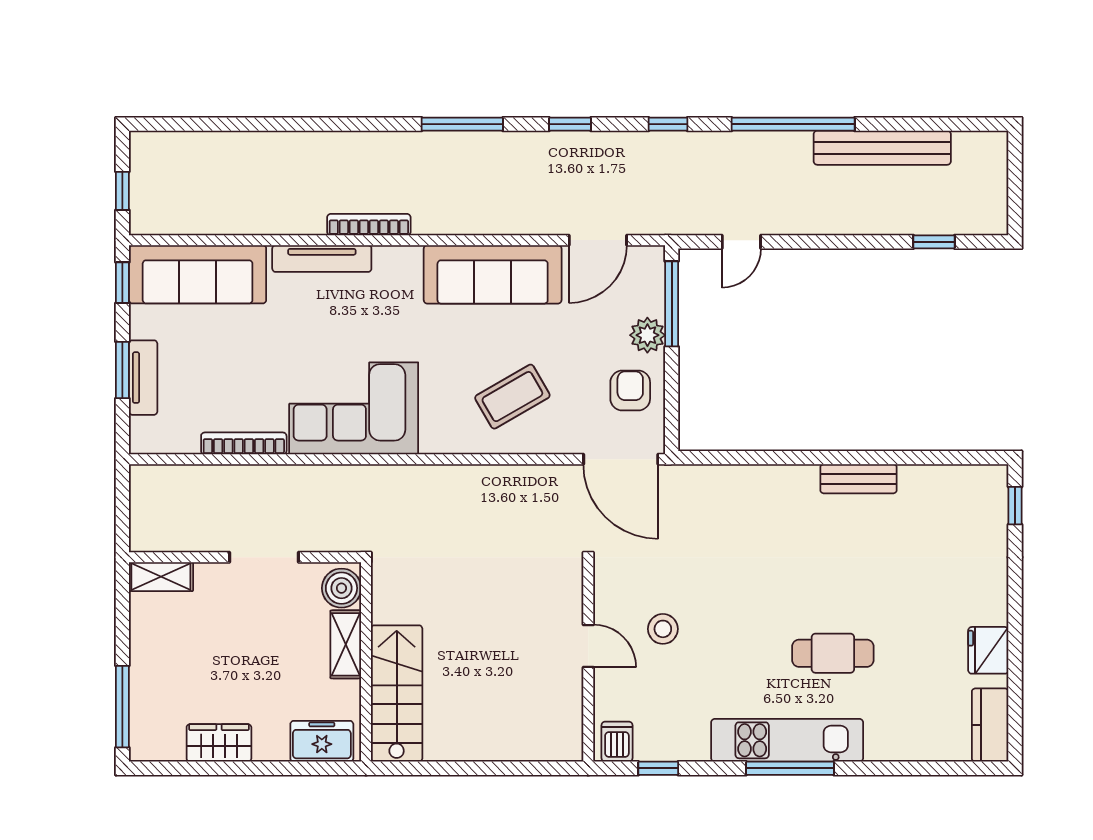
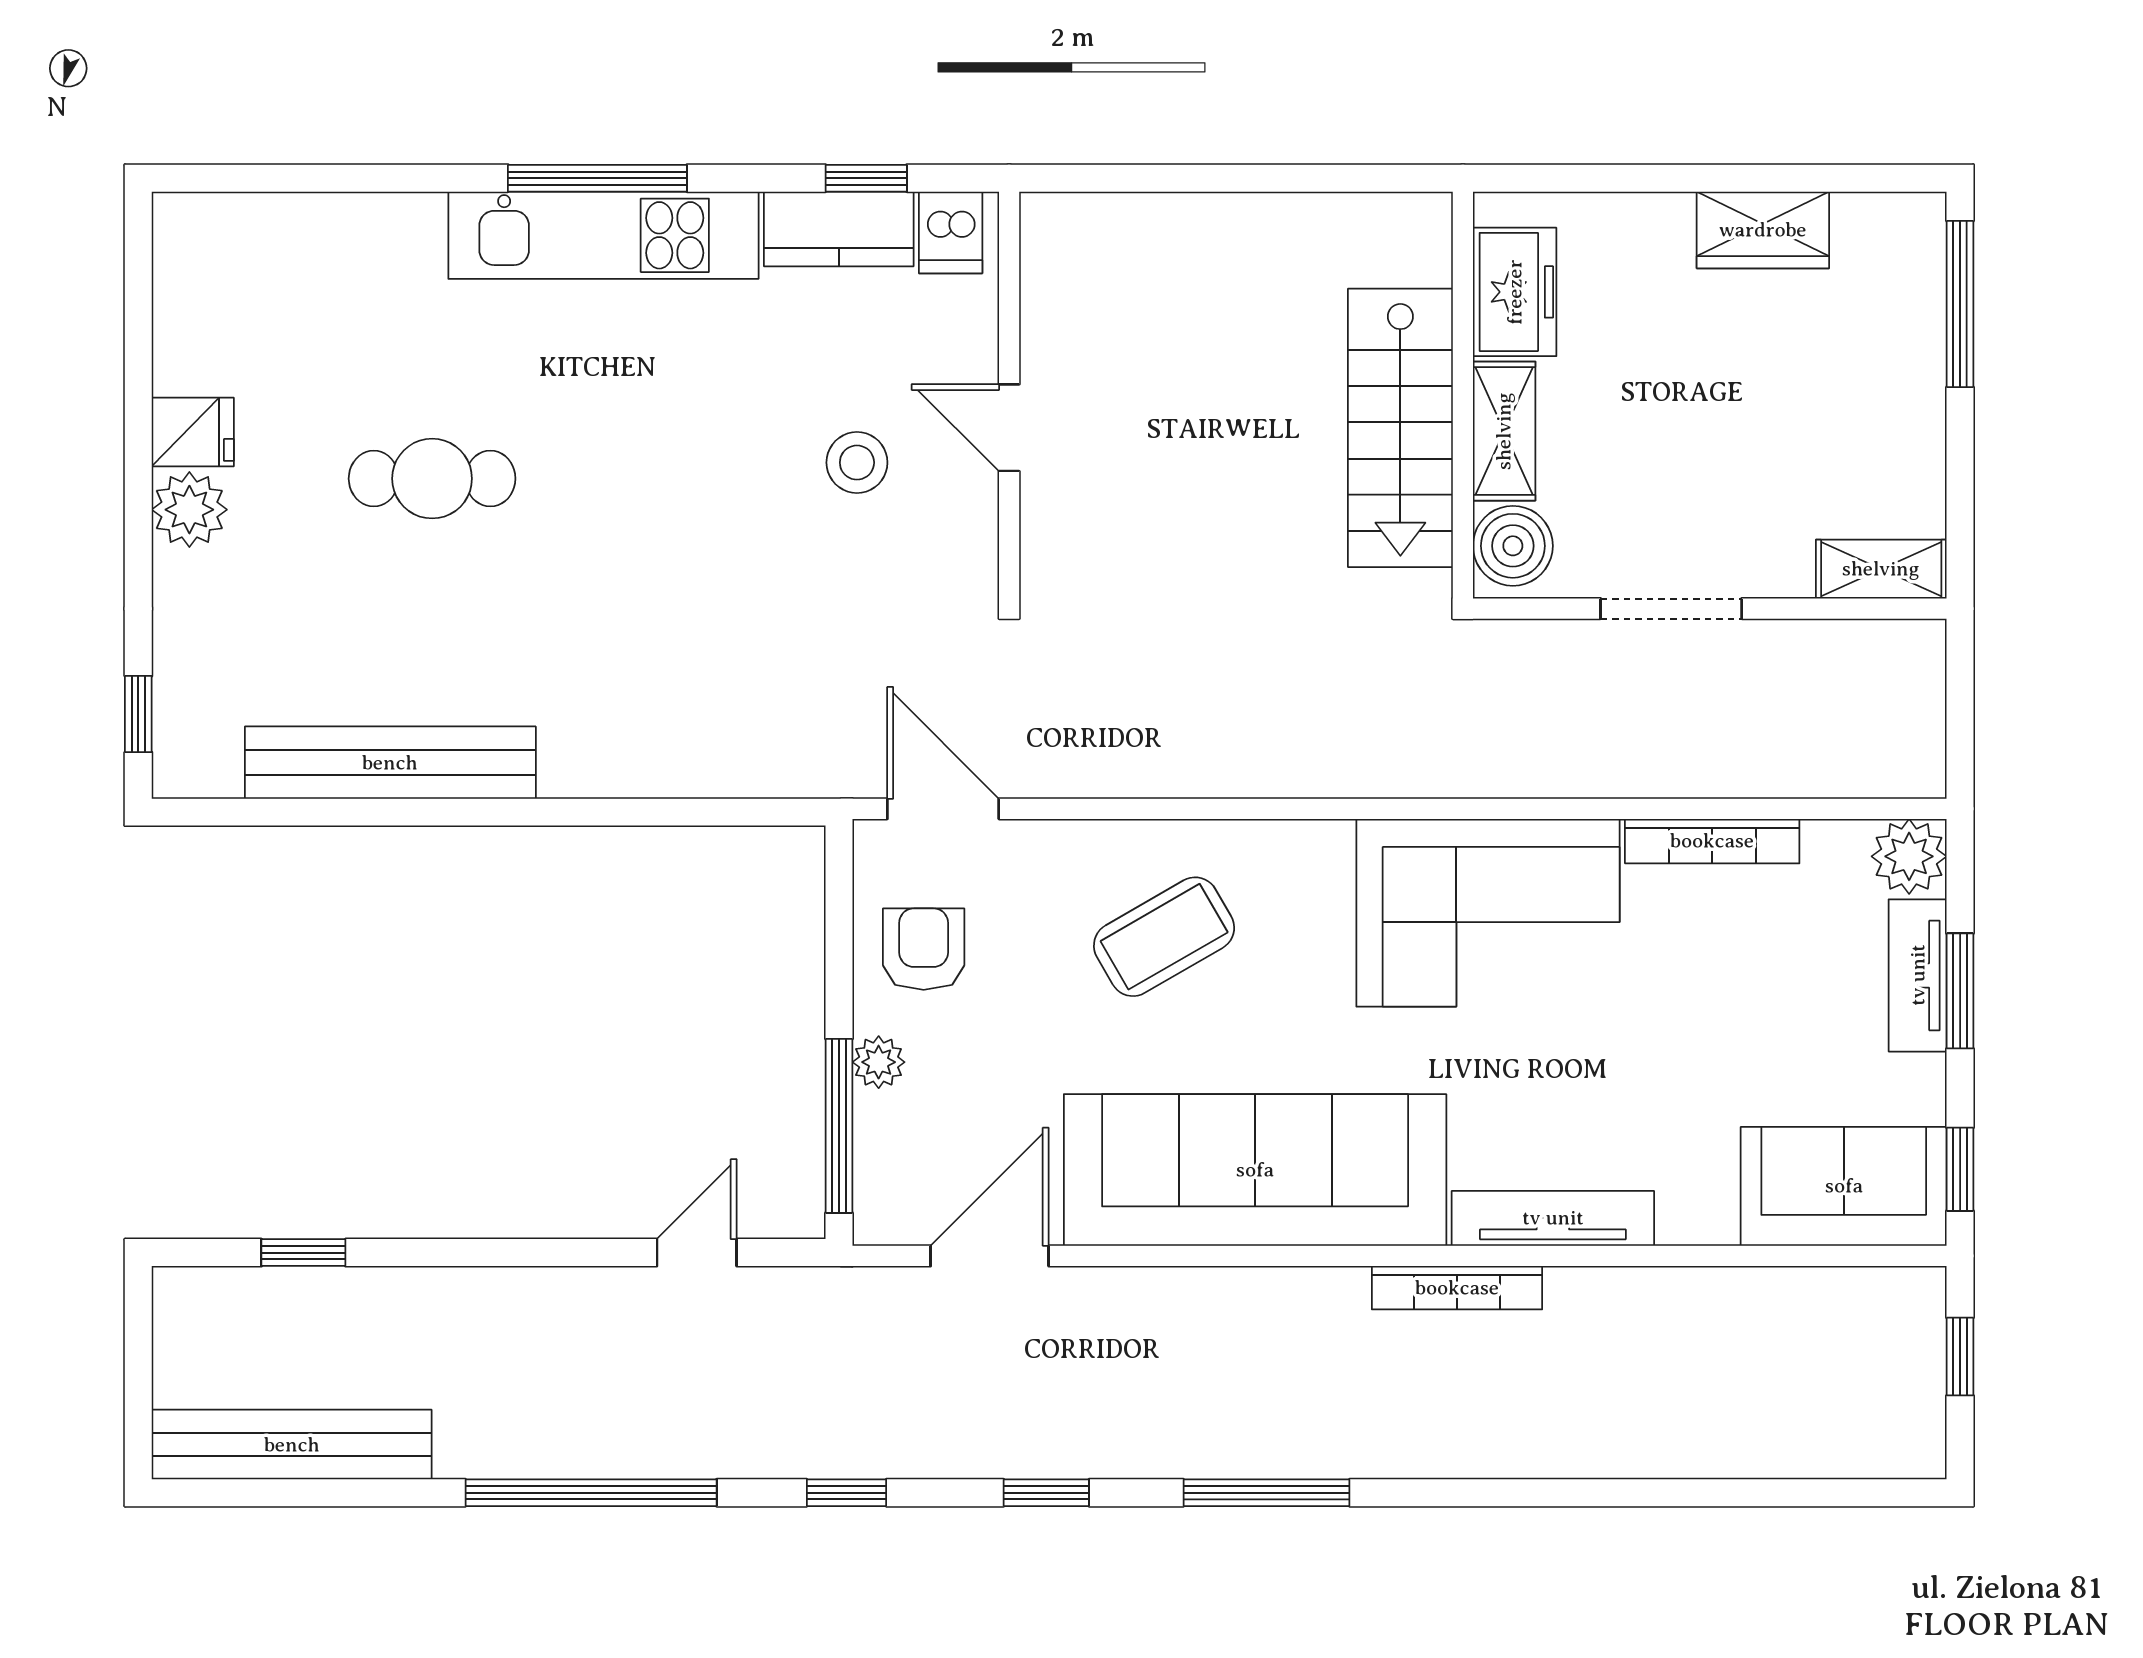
bench: (882, 148) -> (292, 1445), moved
sofa: (198, 274) -> (1844, 1186), width x0.73
sofa: (493, 274) -> (1255, 1170), width x1.36, depth x1.27
plant: (647, 335) -> (879, 1062), width x0.73, depth x0.73
armchair: (630, 391) -> (924, 949), turned 180
plant: (147, 436) -> (1909, 856), added
door: (621, 459) -> (943, 809), width x0.73
bench: (859, 479) -> (390, 763), width x1.86, depth x1.21
plant: (990, 606) -> (189, 510), added
fridge: (988, 650) -> (193, 432), width x0.72
cafe table: (833, 653) -> (432, 479), moved
stairs: (397, 693) -> (1400, 428), moved
kitchen counter: (990, 725) -> (839, 229), moved, turned 90
freezer: (322, 741) -> (1515, 292), moved, turned -90

